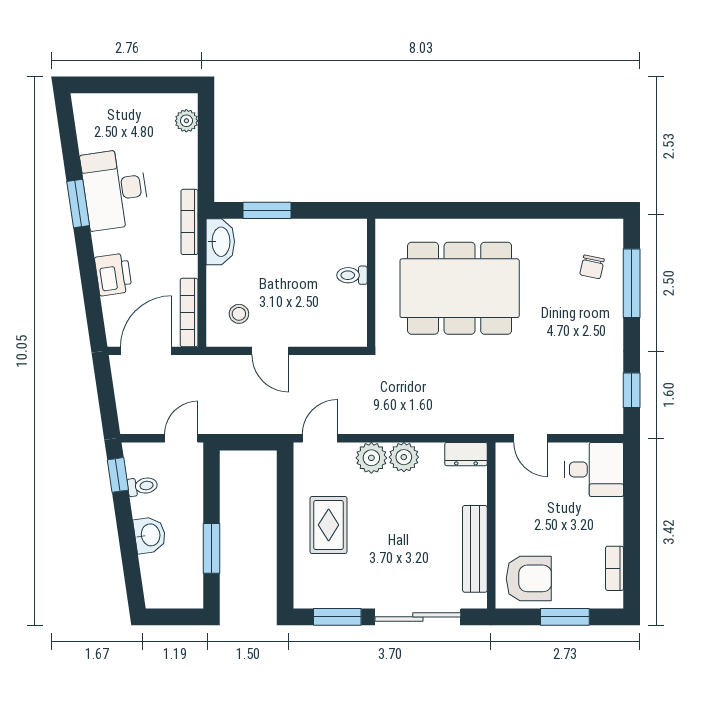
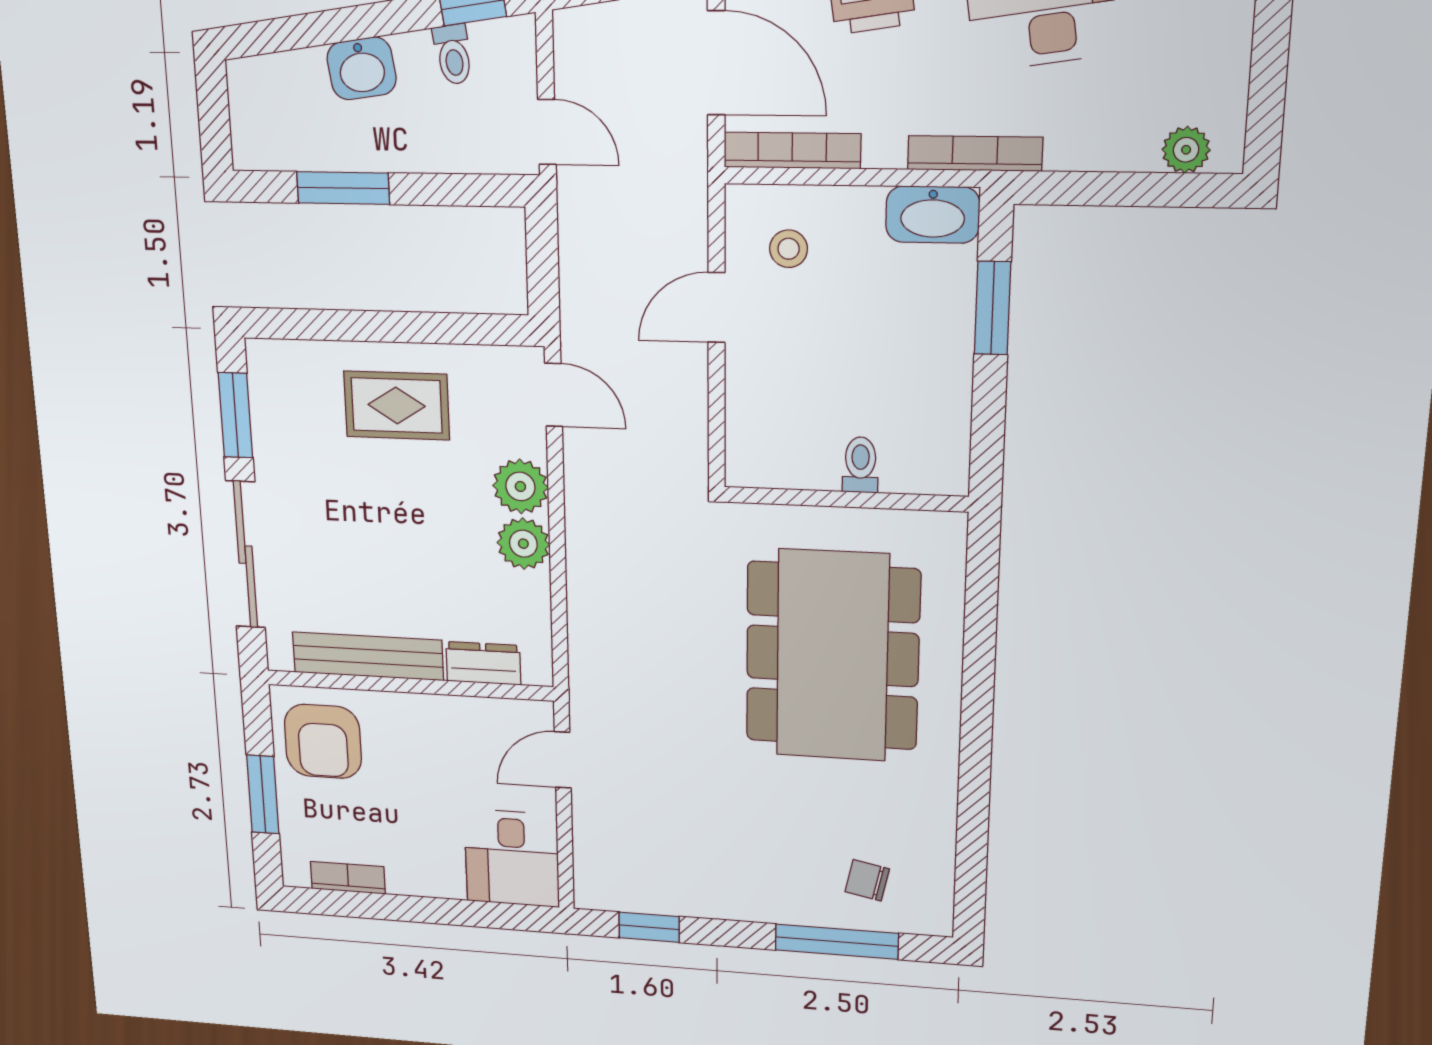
dresser: (466, 454) -> (483, 663), moved, turned 90

